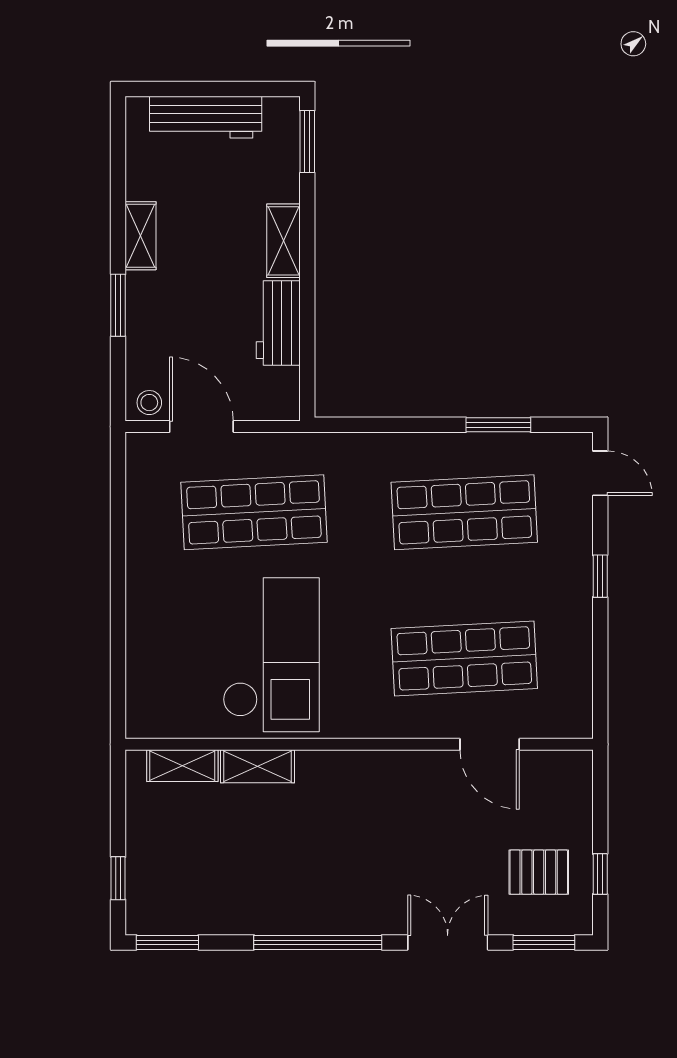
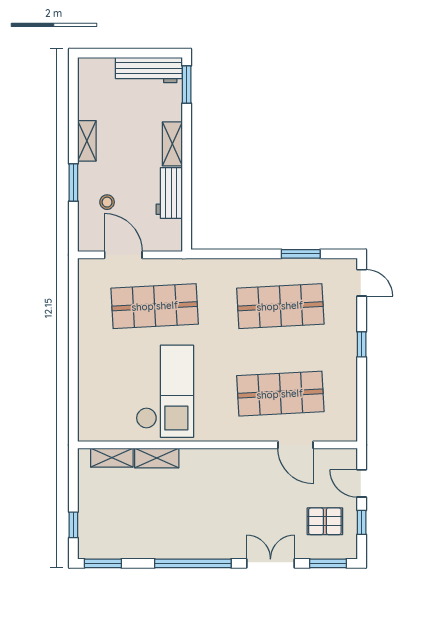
workbench: (206, 117) -> (149, 70), moved
stool: (149, 403) -> (107, 202), moved
door: (600, 809) -> (362, 483), added

